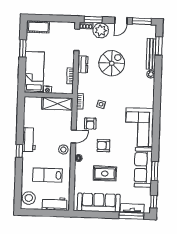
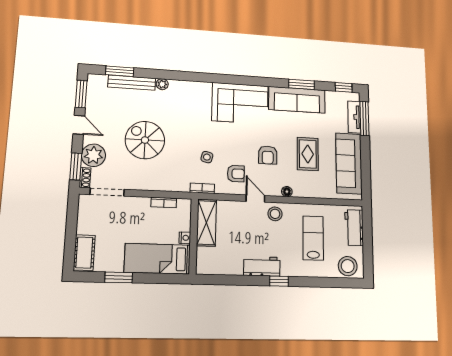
dresser: (83, 64) -> (146, 183), removed
lab bench: (47, 175) -> (313, 238), turned 180

